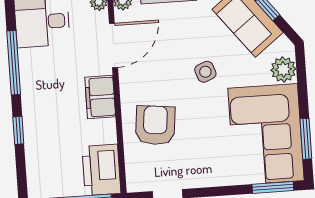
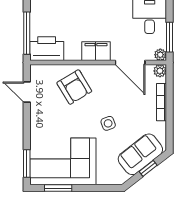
plant: (283, 69) -> (106, 176), removed
armchair: (155, 125) -> (74, 87), turned 53

